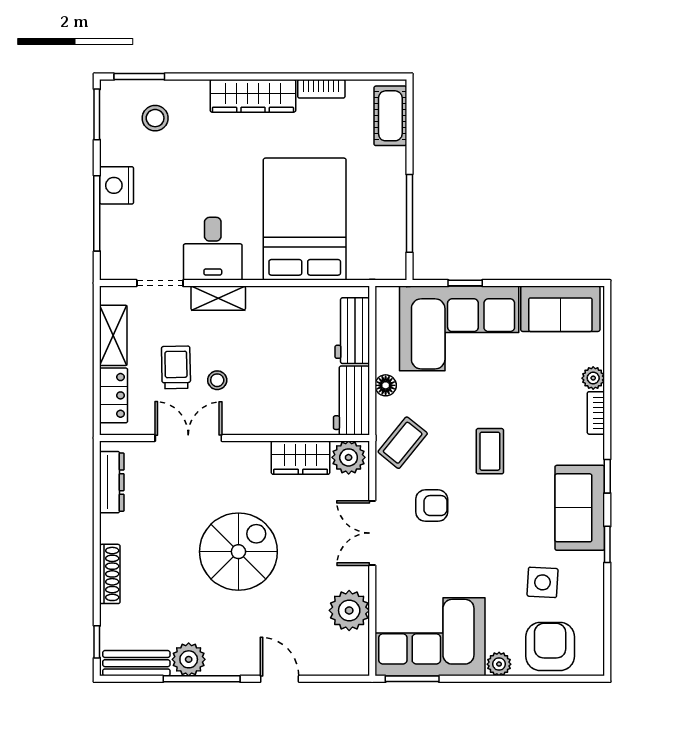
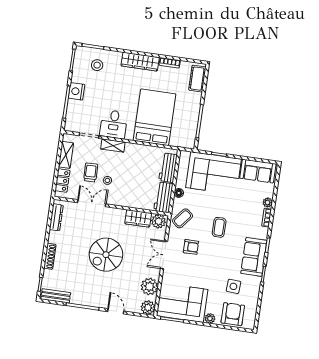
spiral stairs: (238, 552) -> (106, 255), turned 180
plant: (189, 659) -> (148, 308), moved

